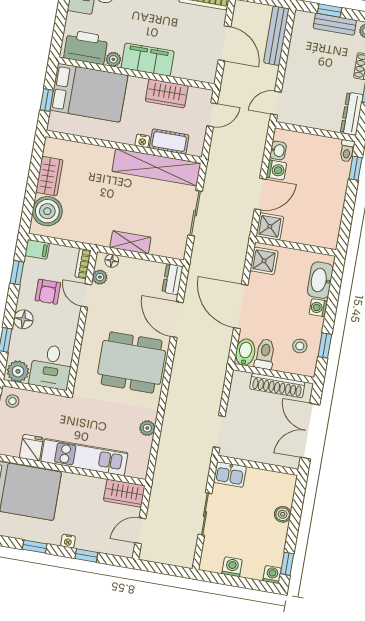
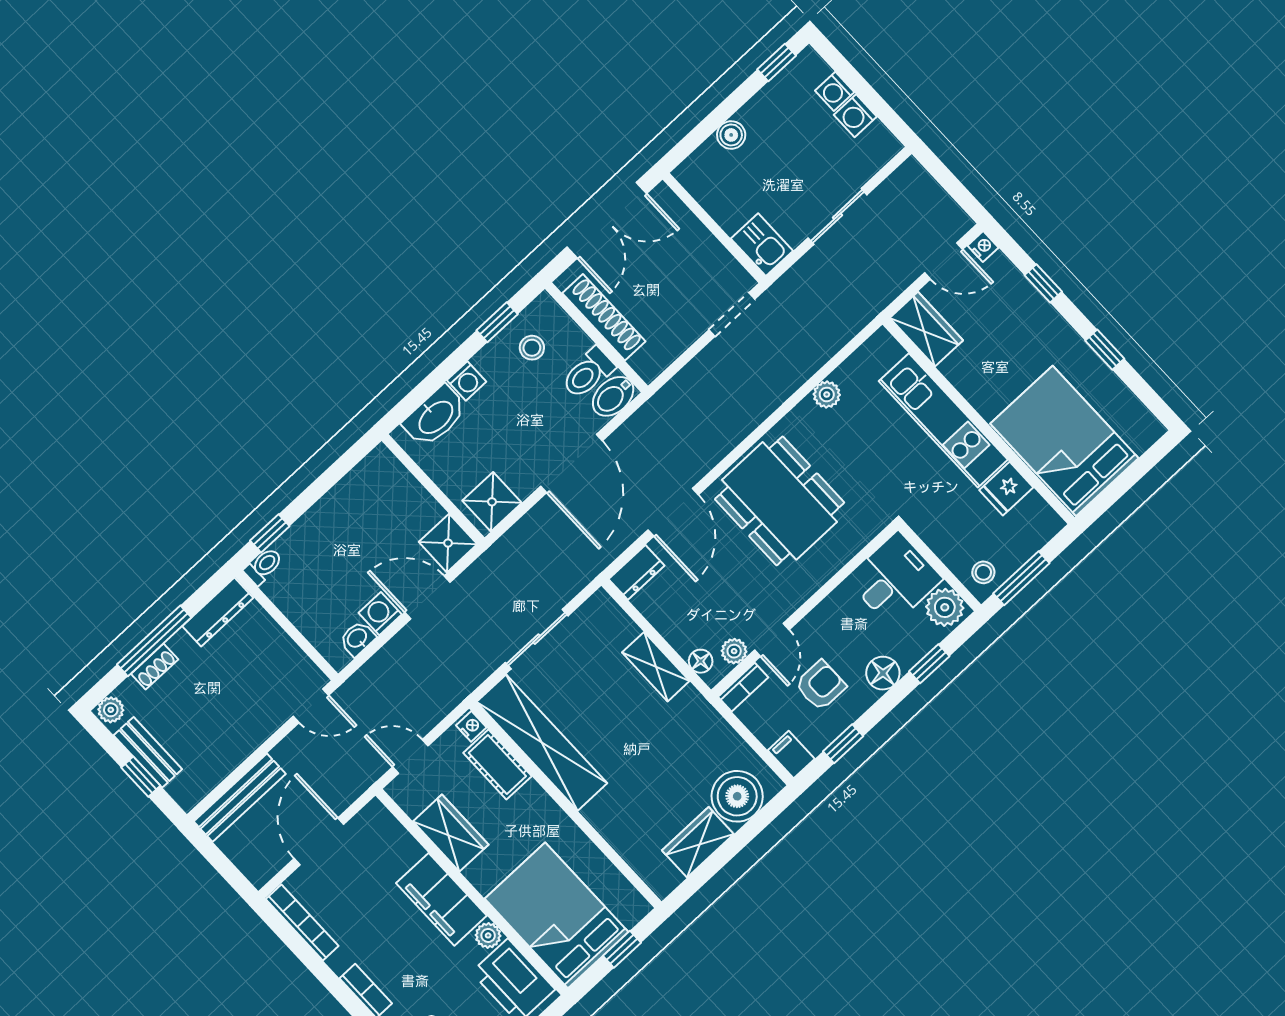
nightstand: (142, 141) -> (471, 726), moved
nightstand: (68, 541) -> (983, 247), moved
washing machine: (272, 575) -> (835, 91), moved

